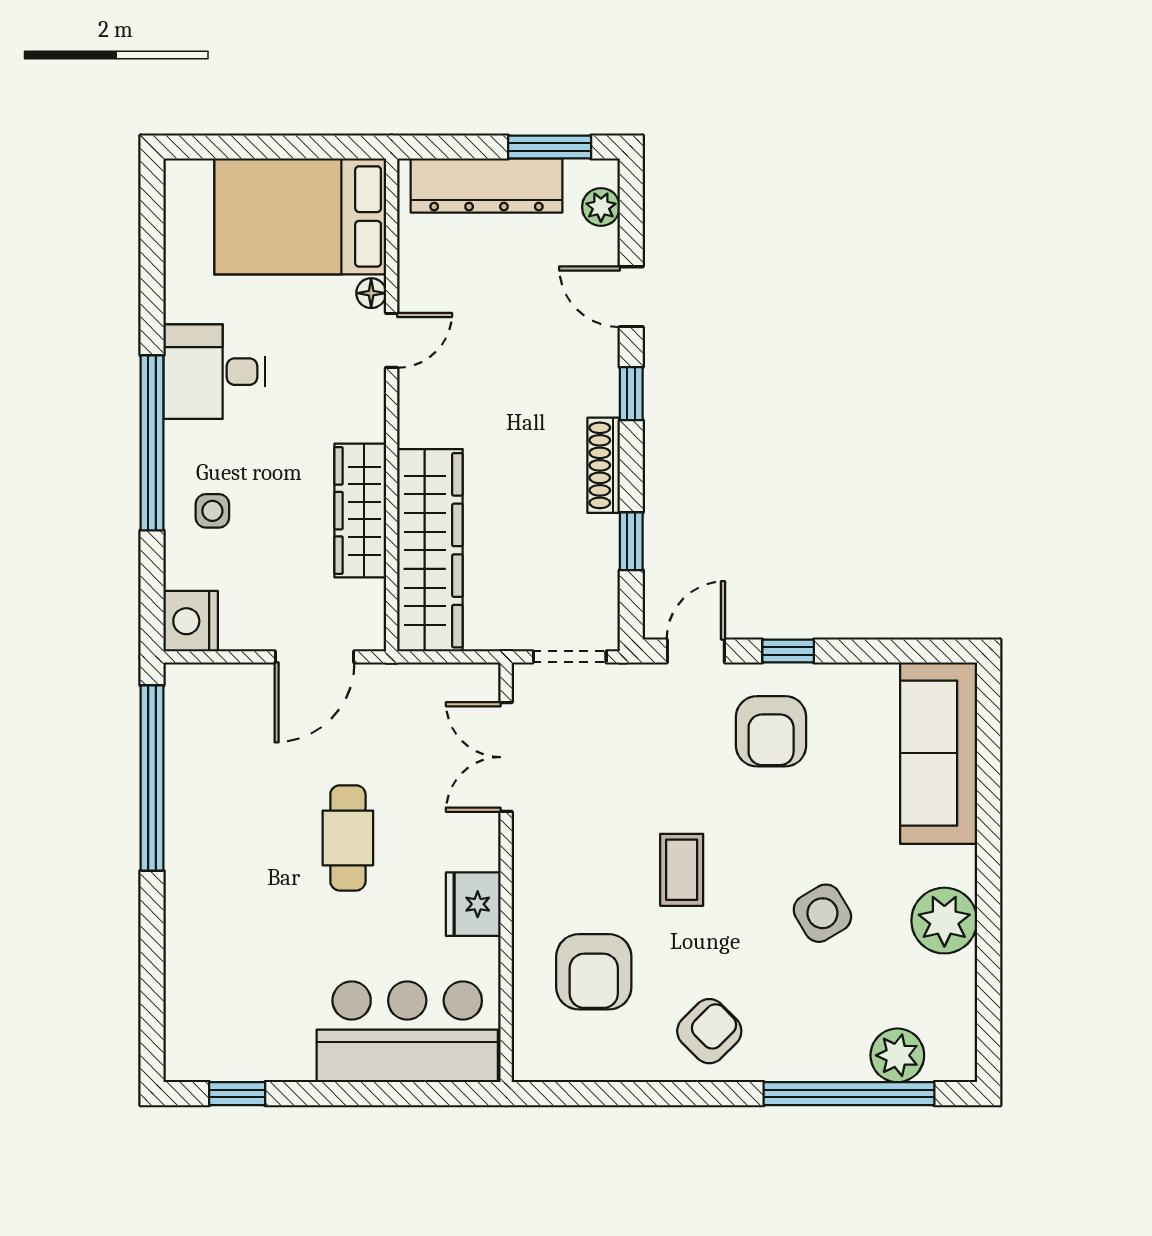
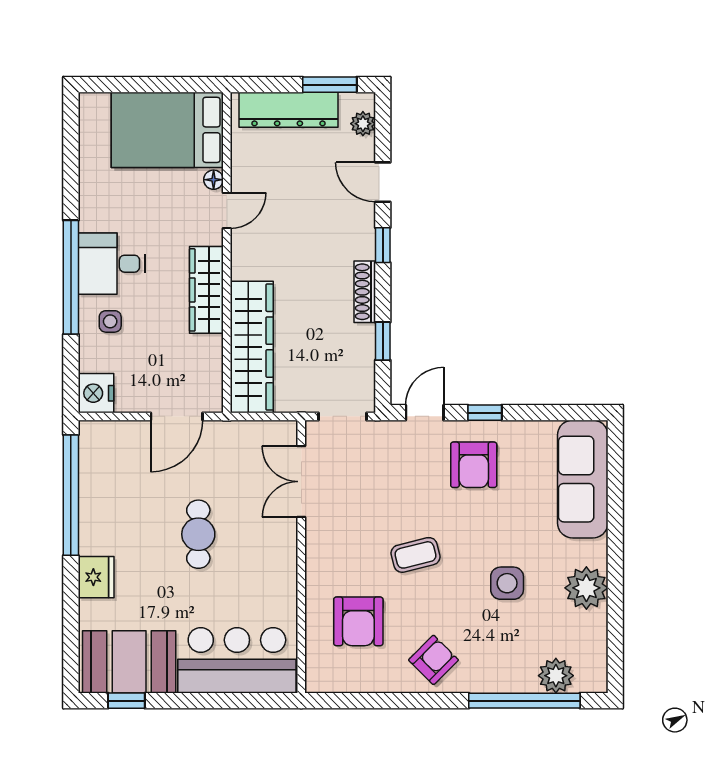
desk: (214, 372) -> (112, 264), moved
wardrobe: (360, 511) -> (206, 290), moved
coffee table: (682, 870) -> (416, 555), turned 76
fridge: (473, 904) -> (96, 577), moved, turned 180
side table: (822, 913) -> (507, 583), turned 31
booth: (241, 1034) -> (129, 662), added

